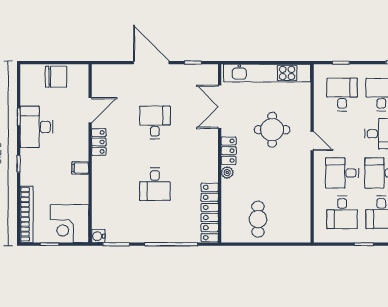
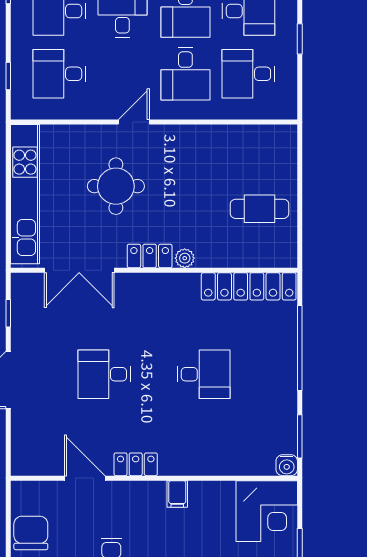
desk: (342, 212) -> (248, 74), turned 180

